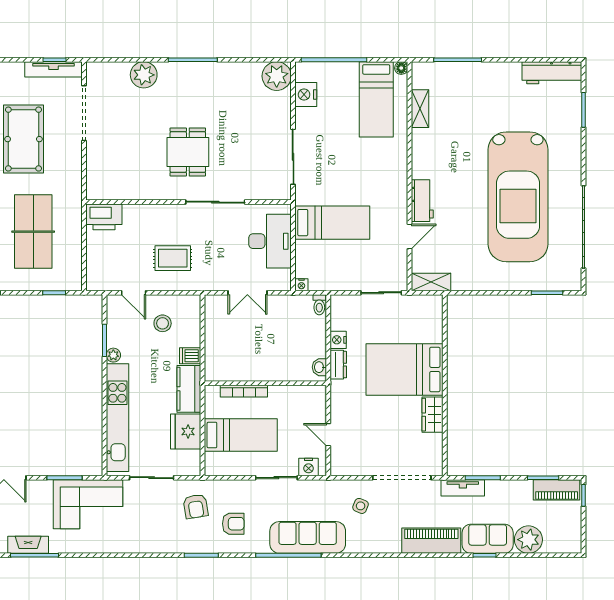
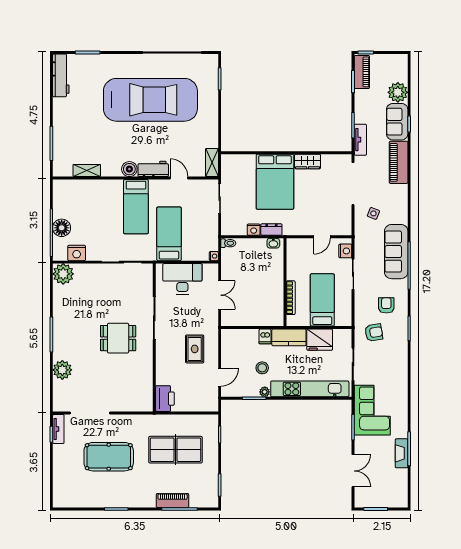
floor lamp: (401, 68) -> (62, 228), moved, width x1.89, depth x1.89
tv unit: (54, 69) -> (58, 429), width x0.71
bed: (376, 99) -> (136, 207), moved, turned 90
boiler: (422, 168) -> (129, 169), added
stool: (163, 323) -> (262, 368), moved

